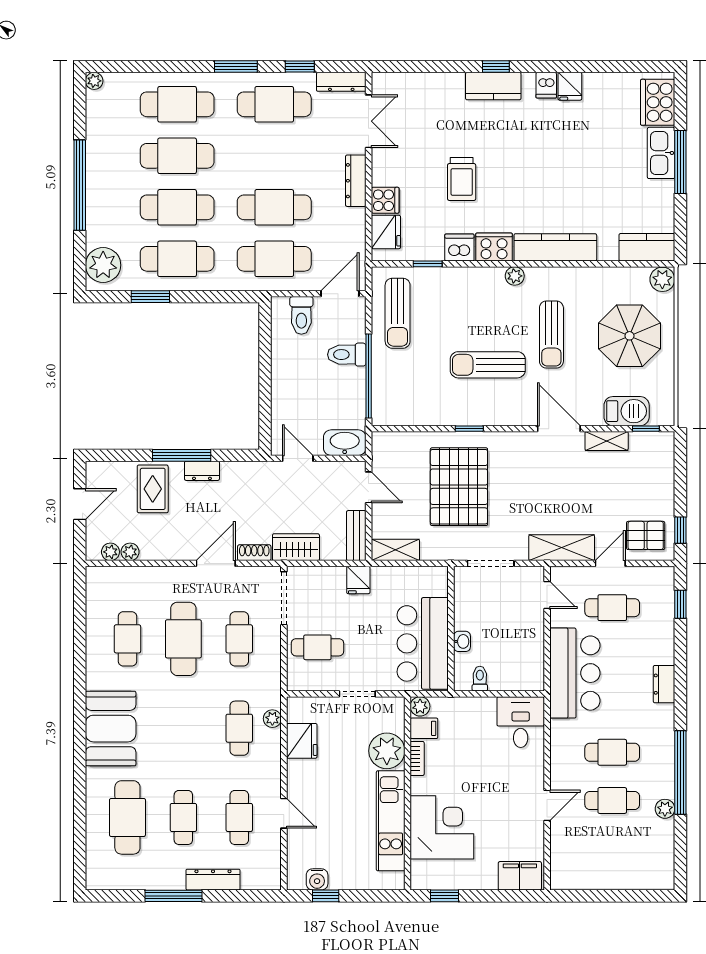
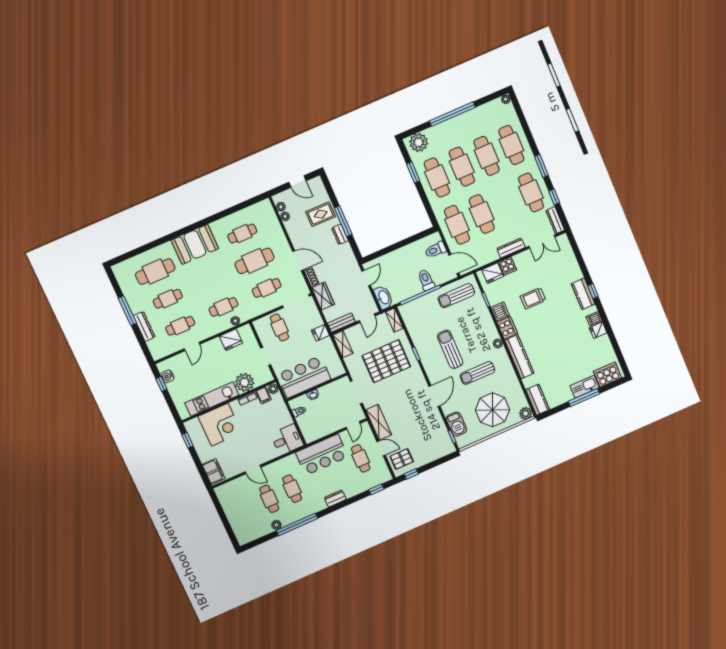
shelving: (607, 441) -> (394, 320), moved
pallet: (646, 535) -> (402, 459), turned 90

